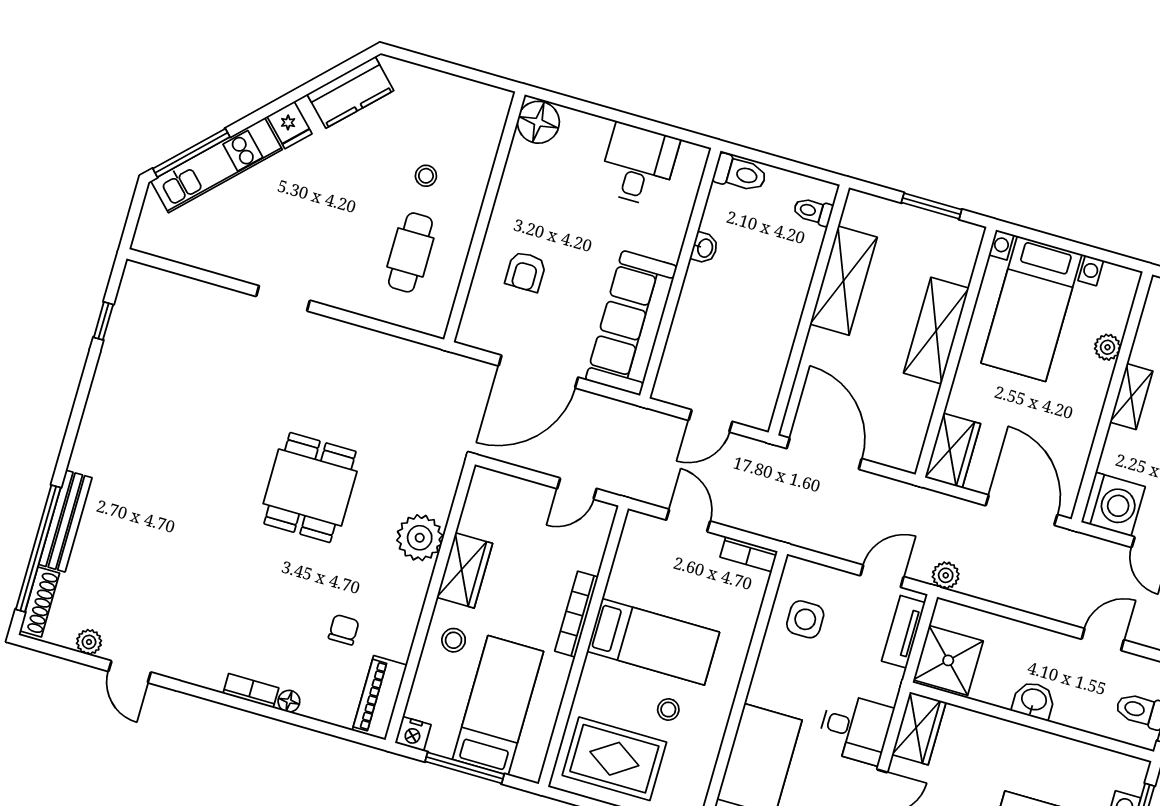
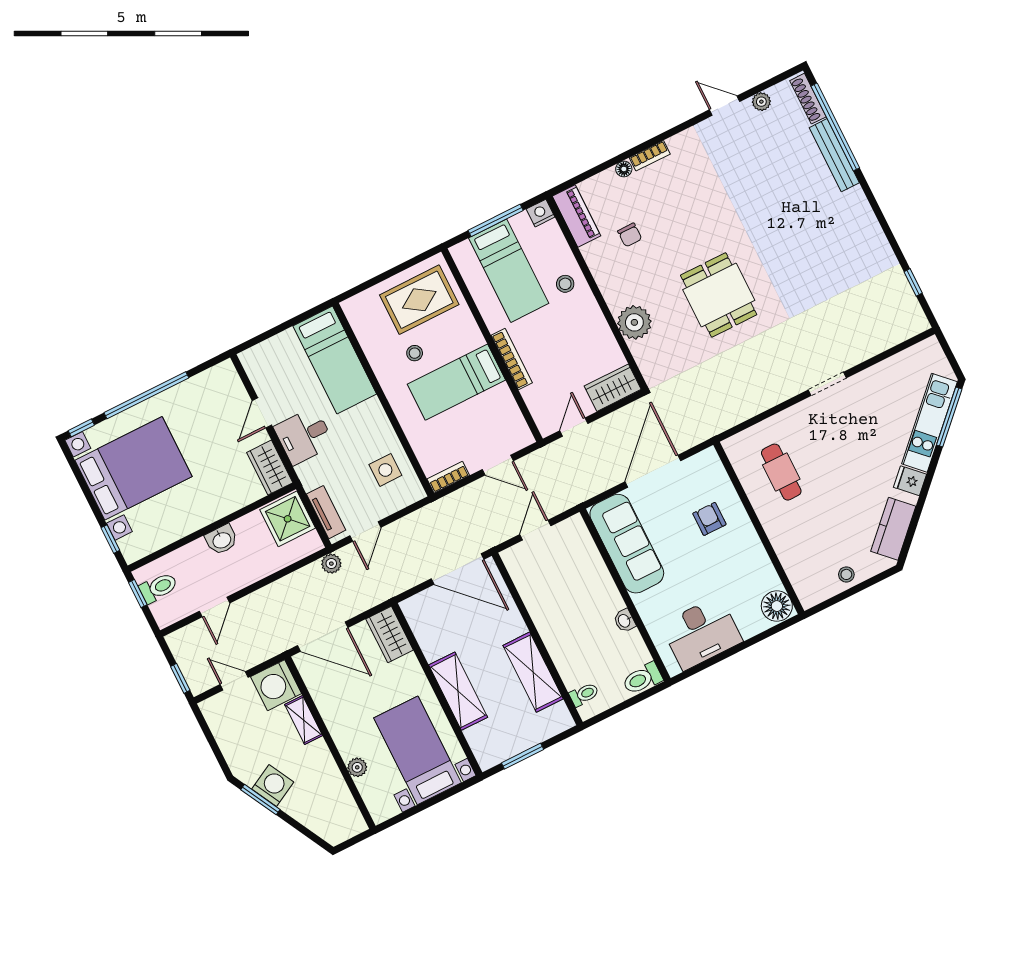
desk: (639, 165) -> (701, 633), width x1.37
stool: (426, 176) -> (846, 574), moved
shelving: (1131, 397) -> (304, 720), moved
wardrobe: (465, 570) -> (613, 388), moved, turned 90

